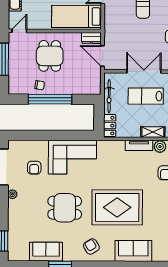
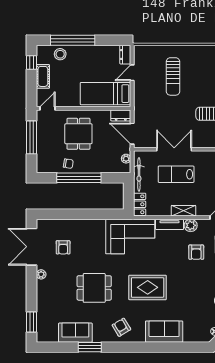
plant: (97, 81) -> (126, 159), added
corner sofa: (72, 157) -> (130, 236), moved
rug: (117, 207) -> (148, 287), width x0.73, depth x0.69

